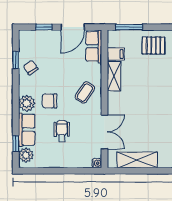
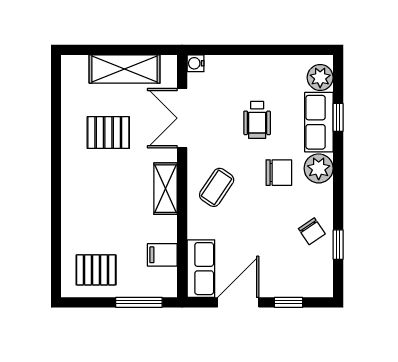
shelving: (114, 76) -> (166, 189), moved
pallet: (147, 124) -> (108, 133), added
window: (16, 144) -> (338, 117), moved

